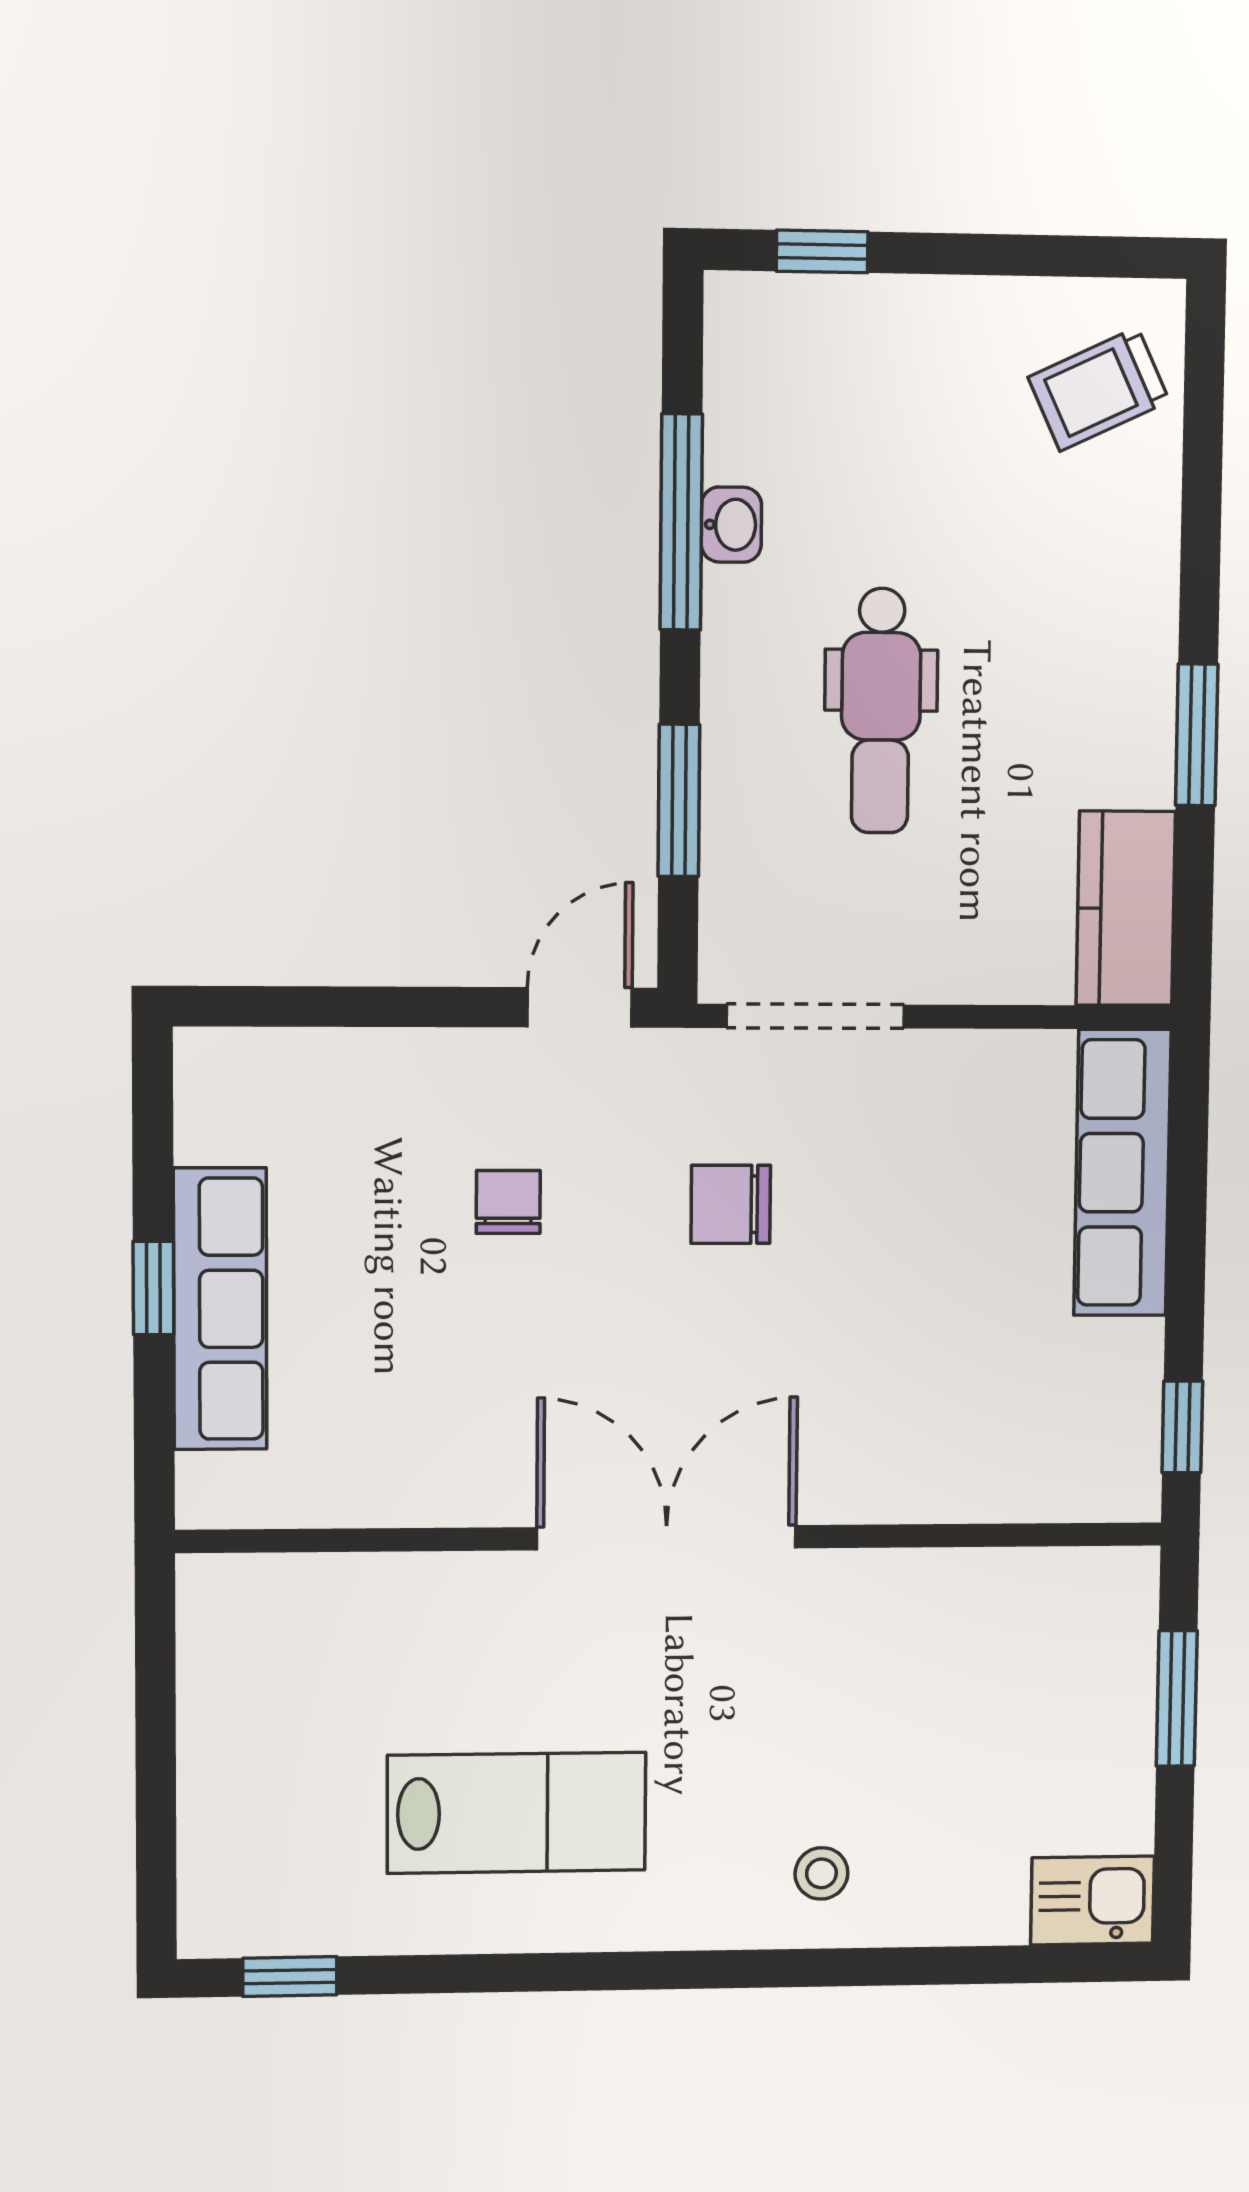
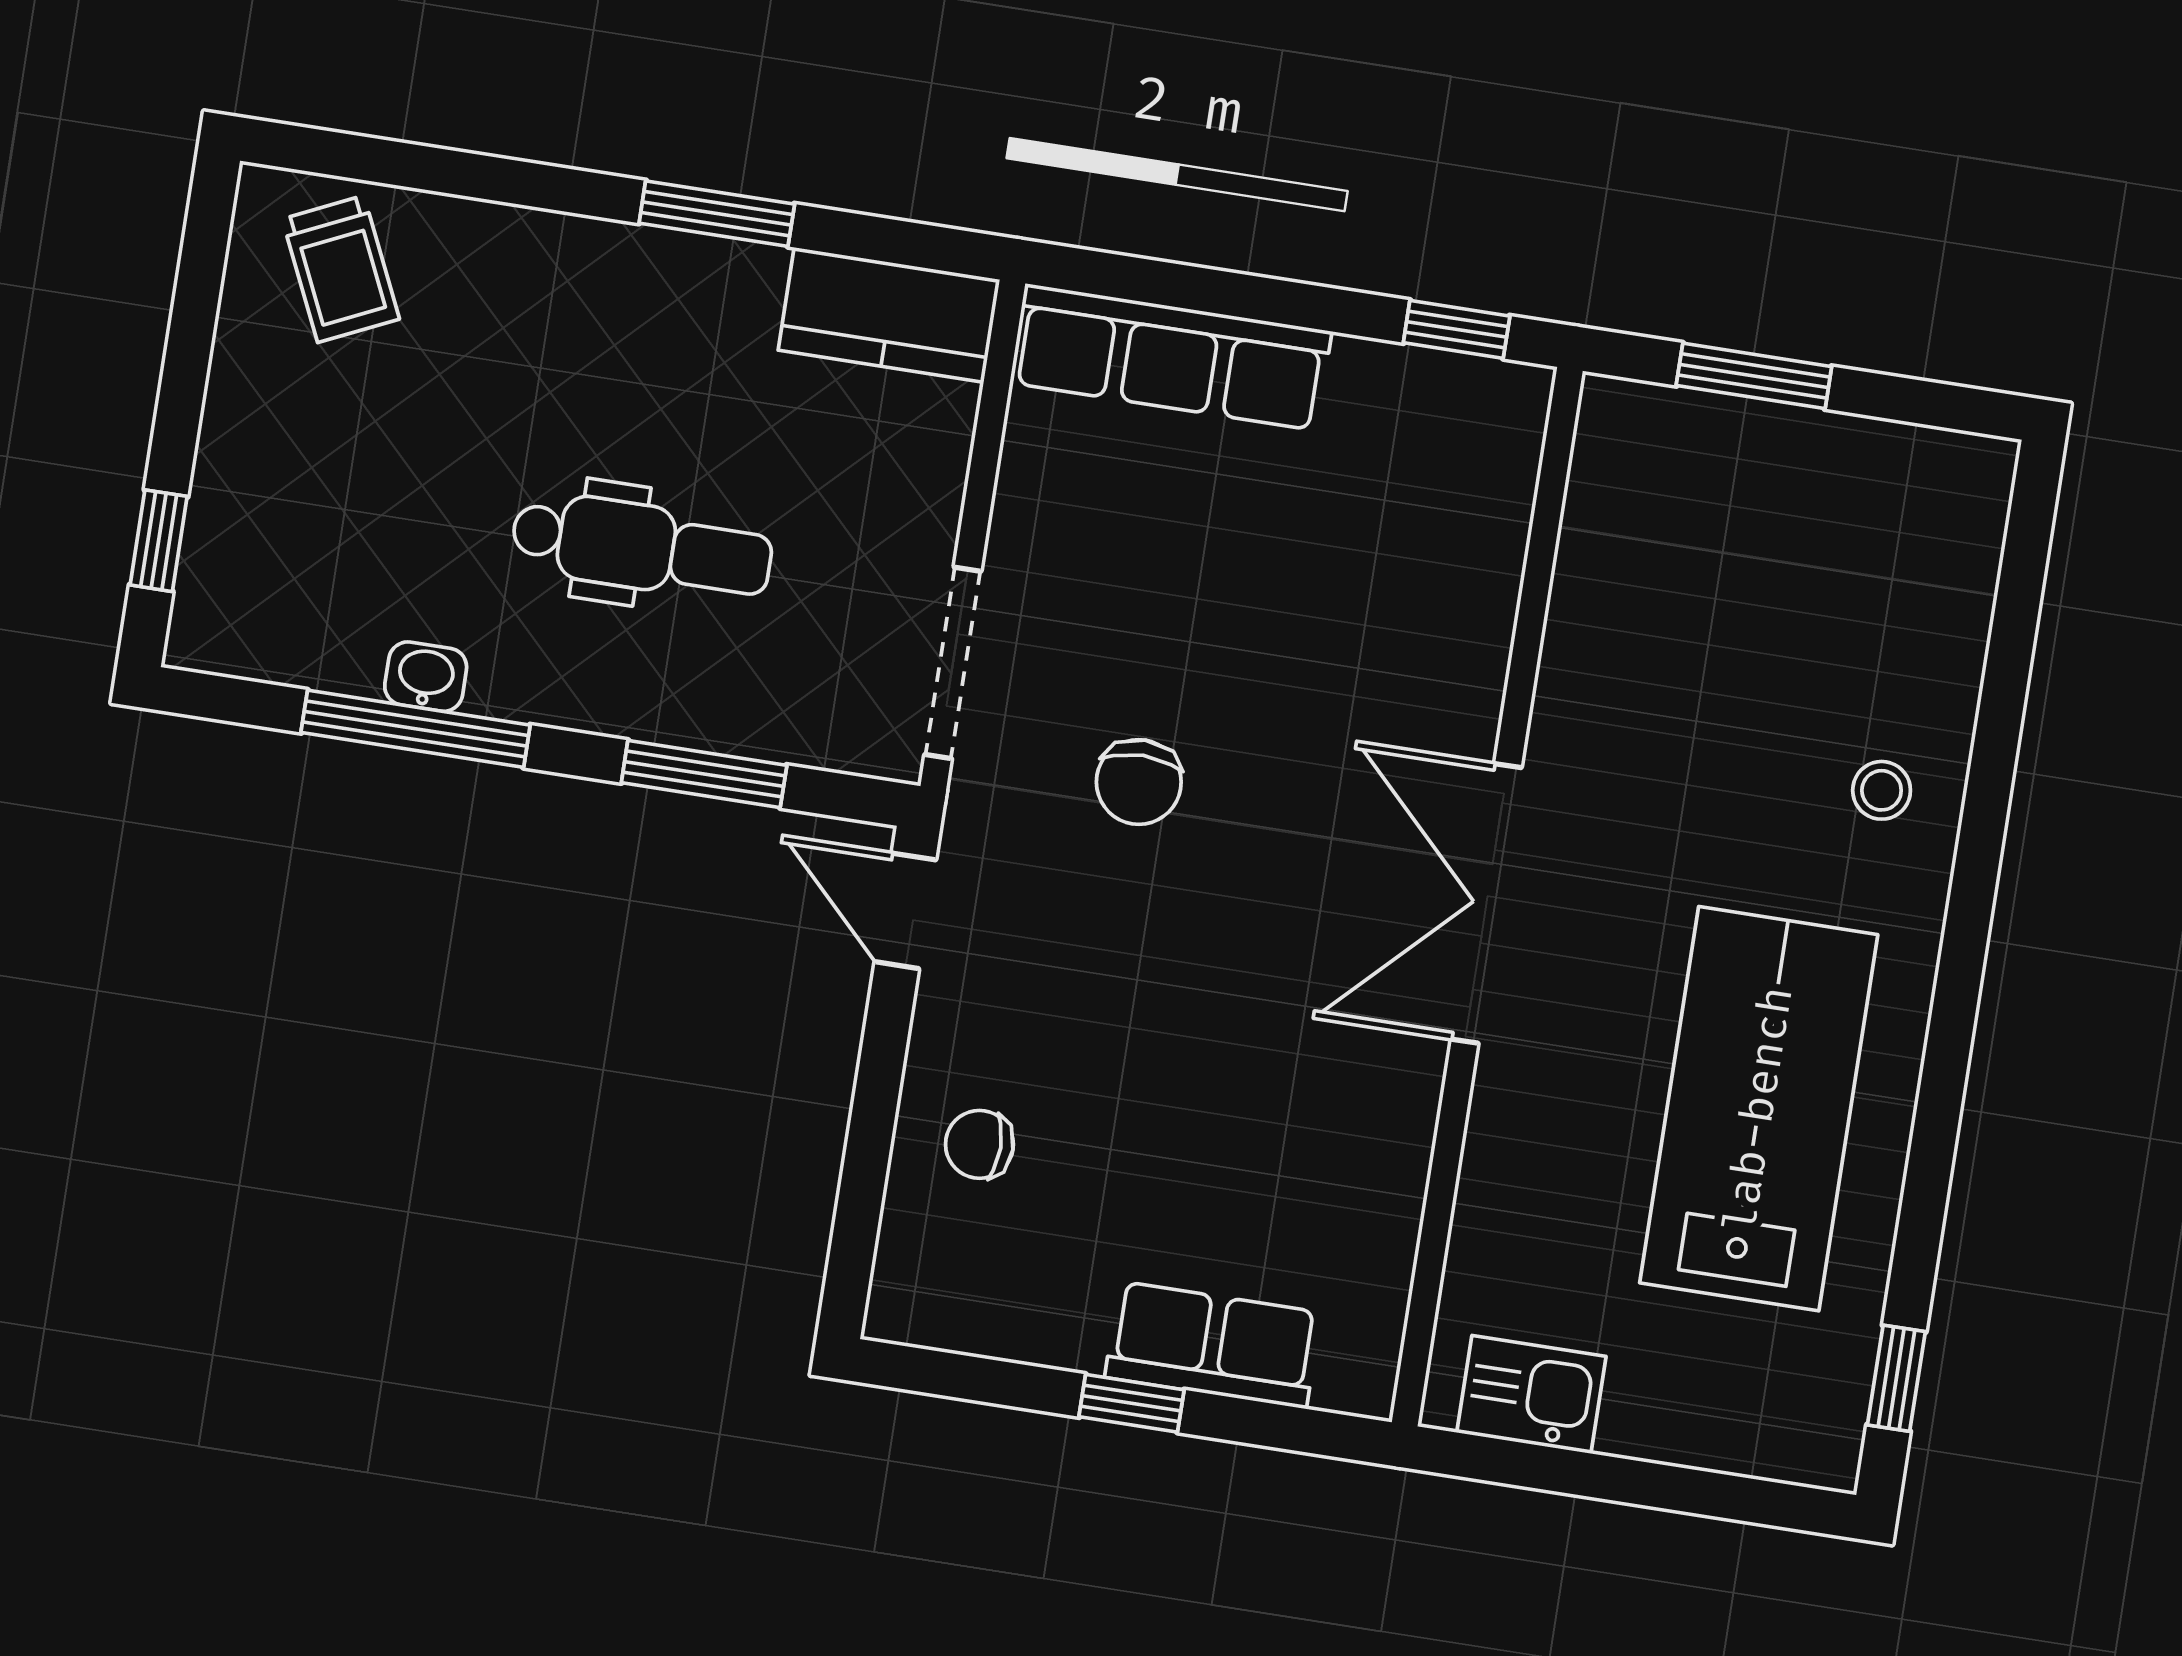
chair: (508, 1202) -> (979, 1144), moved
row of seats: (220, 1309) -> (1213, 1345), width x0.68
lab bench: (517, 1813) -> (1759, 1109), width x1.36, depth x1.39
kitchen sink: (1092, 1901) -> (1531, 1394), moved, turned 90

